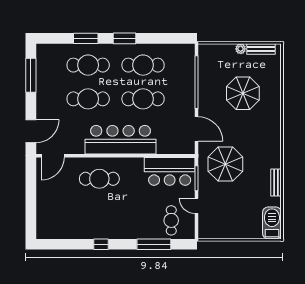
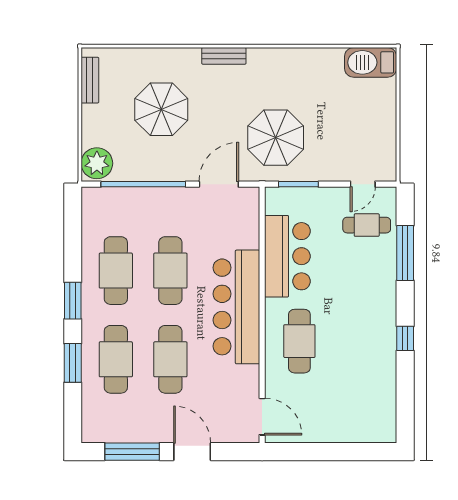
plant: (241, 49) -> (97, 163), moved, width x1.87, depth x1.87
door: (31, 131) -> (192, 452), moved
bar counter: (170, 171) -> (287, 256), moved
bench: (276, 183) -> (224, 56), moved
door: (197, 206) -> (363, 184), moved

